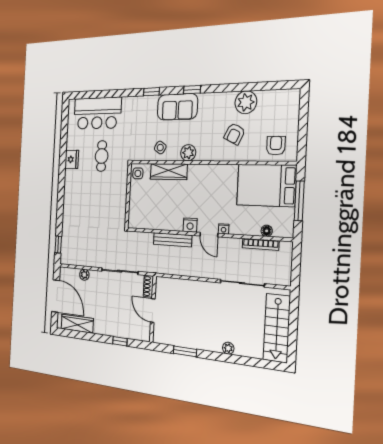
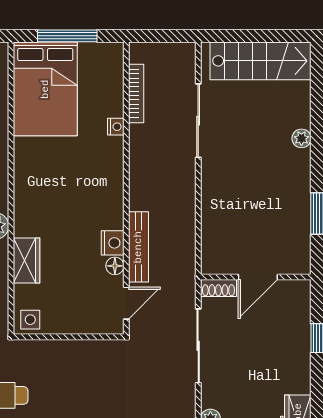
wardrobe: (169, 172) -> (27, 260), width x0.67
nightstand: (190, 225) -> (113, 243), moved
nightstand: (224, 229) -> (116, 127), moved
floor lamp: (267, 231) -> (115, 266), moved
door: (209, 235) -> (126, 303), moved

